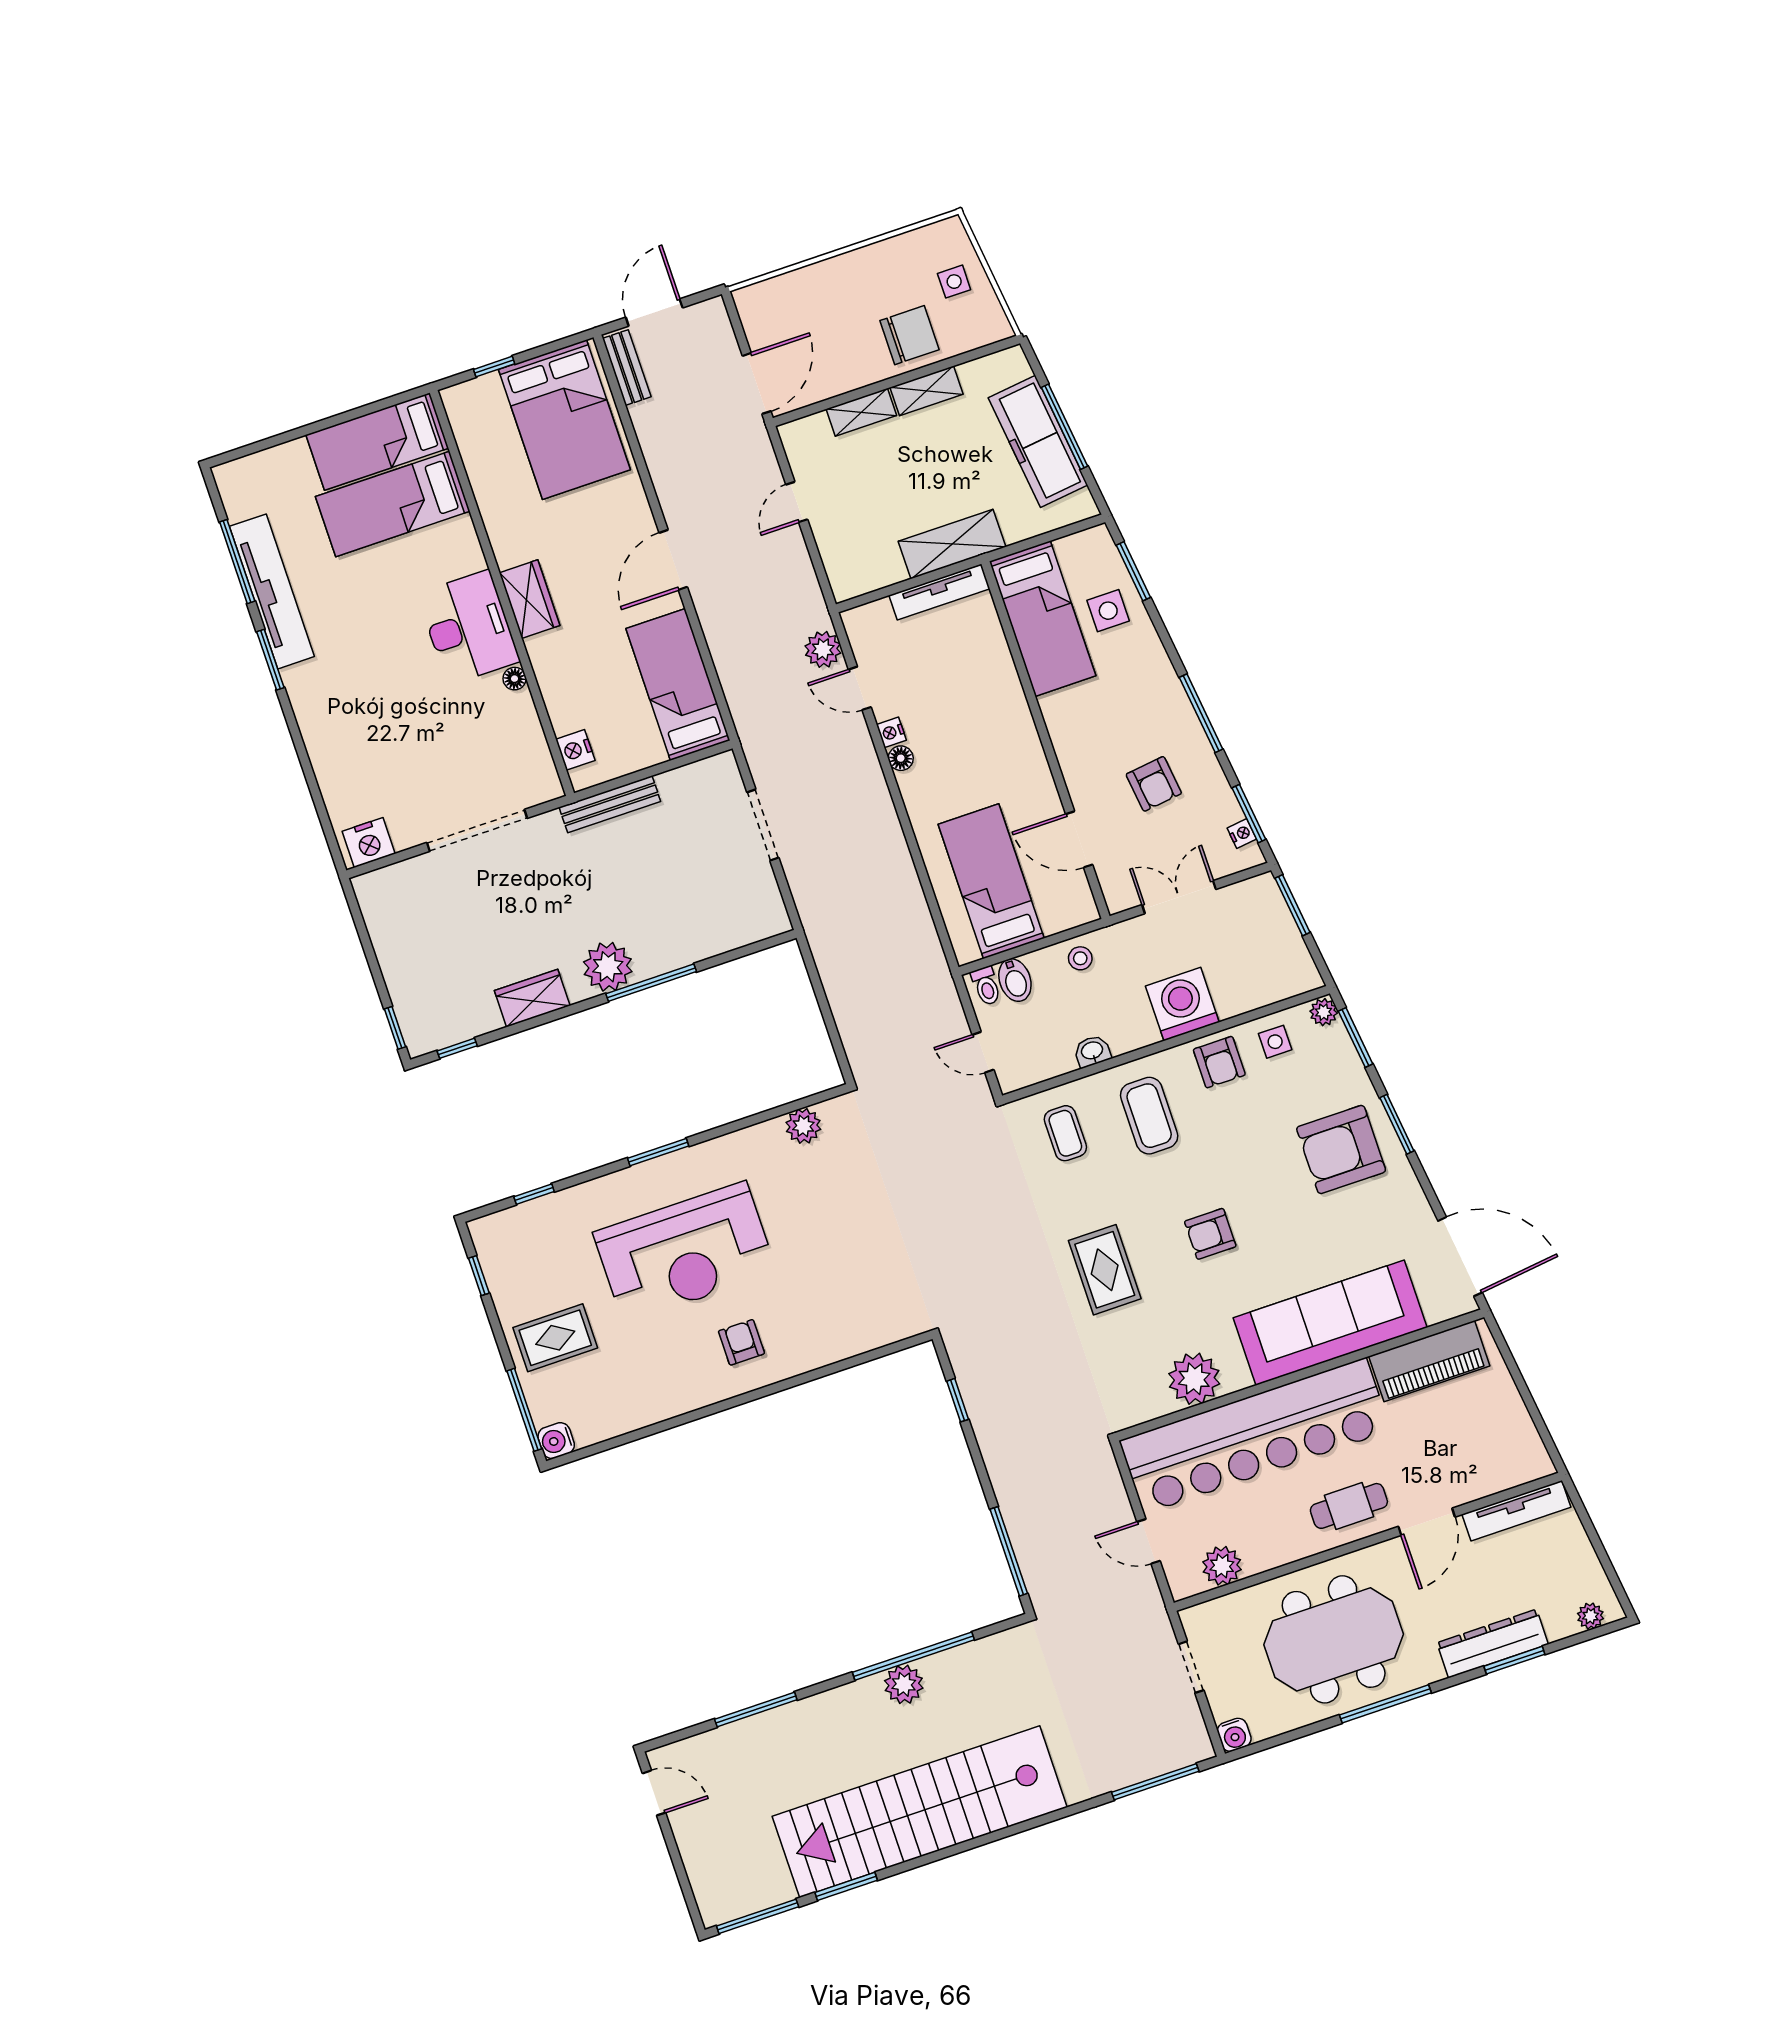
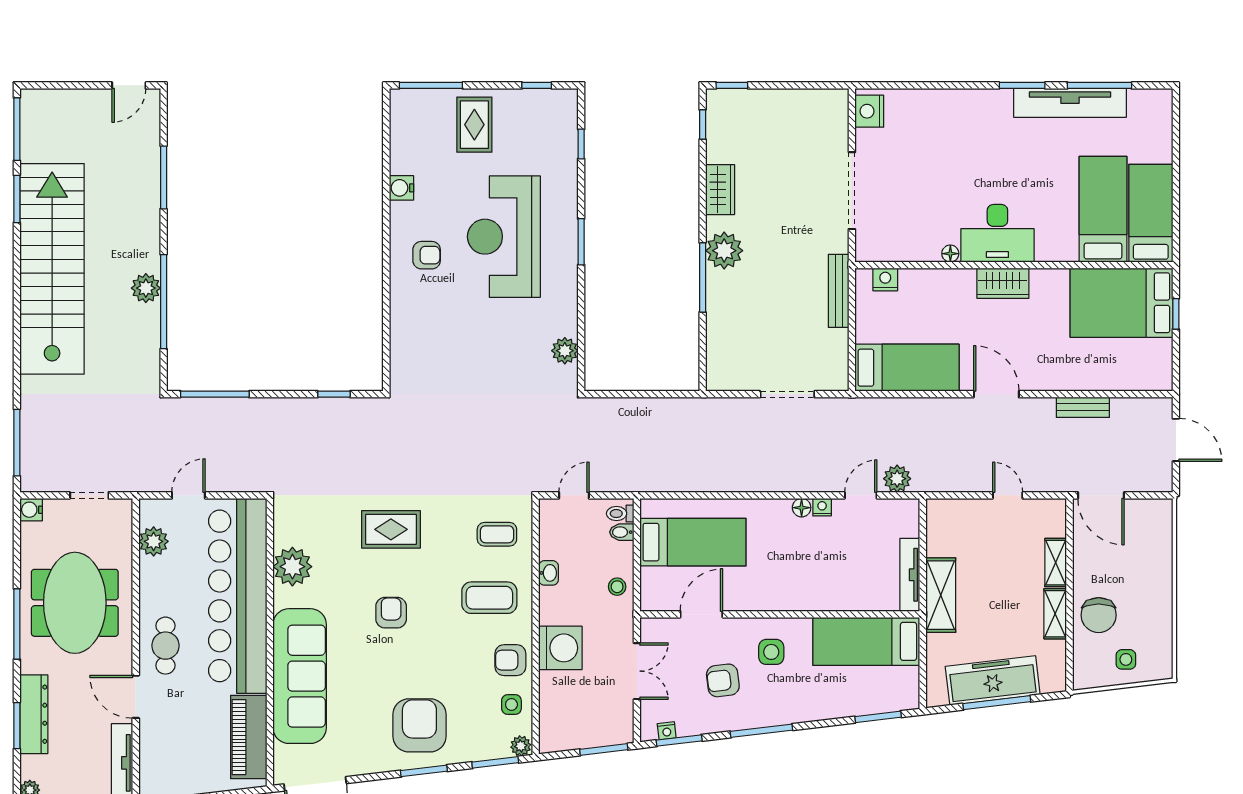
bench: (627, 368) -> (1083, 407), moved
bed: (564, 420) -> (1121, 303), moved
side table: (1108, 611) -> (771, 652), moved
bidet: (1015, 980) -> (622, 532), width x0.72, depth x0.74
water cooler: (556, 1441) -> (401, 188), moved, turned -90

